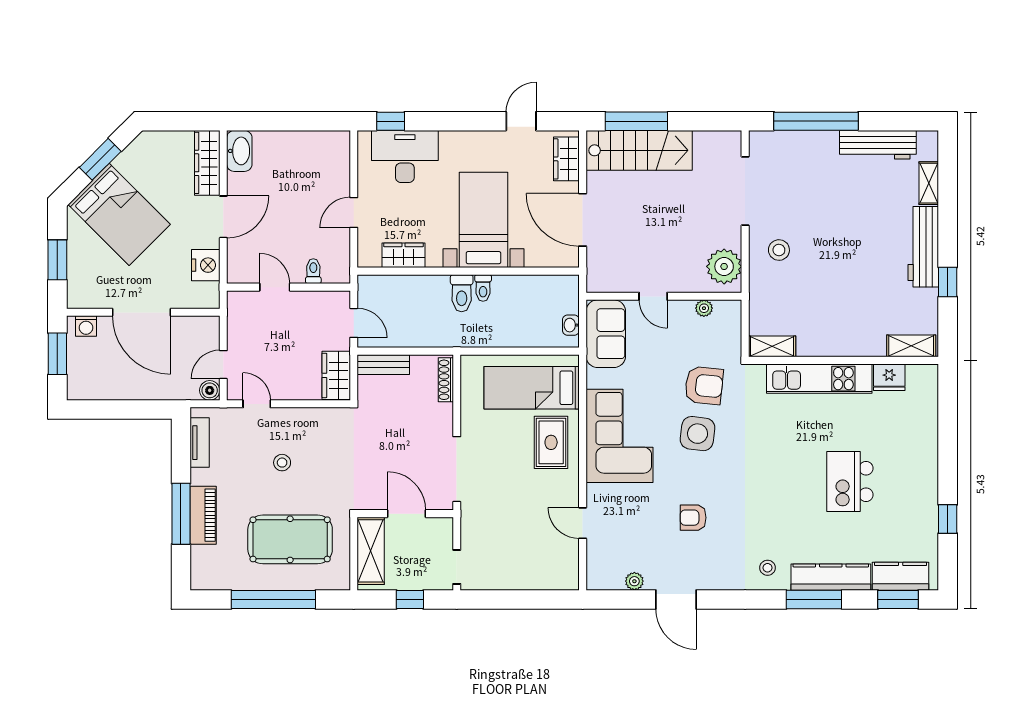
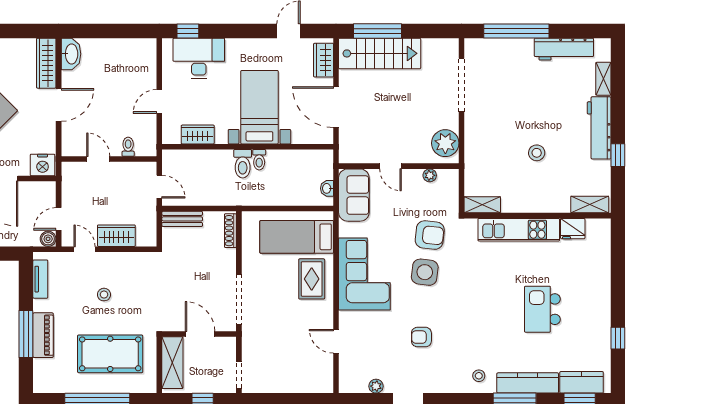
stool: (779, 250) -> (537, 153), moved
nightstand: (206, 265) -> (43, 165), moved, turned 90
wardrobe: (336, 375) -> (116, 236), moved, turned 90

